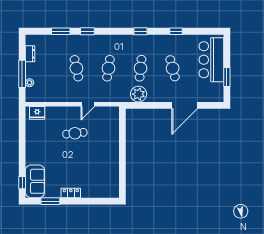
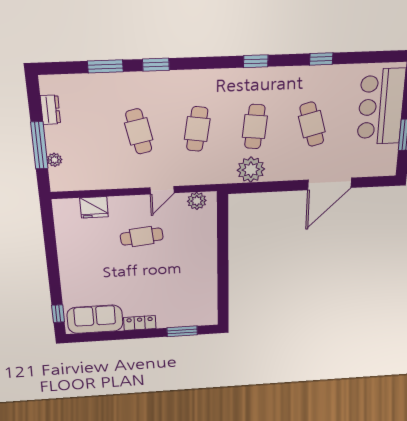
plant: (107, 112) -> (197, 201), added
fridge: (37, 113) -> (94, 207), moved
sofa: (35, 181) -> (95, 319), moved, turned -90
window: (50, 201) -> (182, 331), moved

